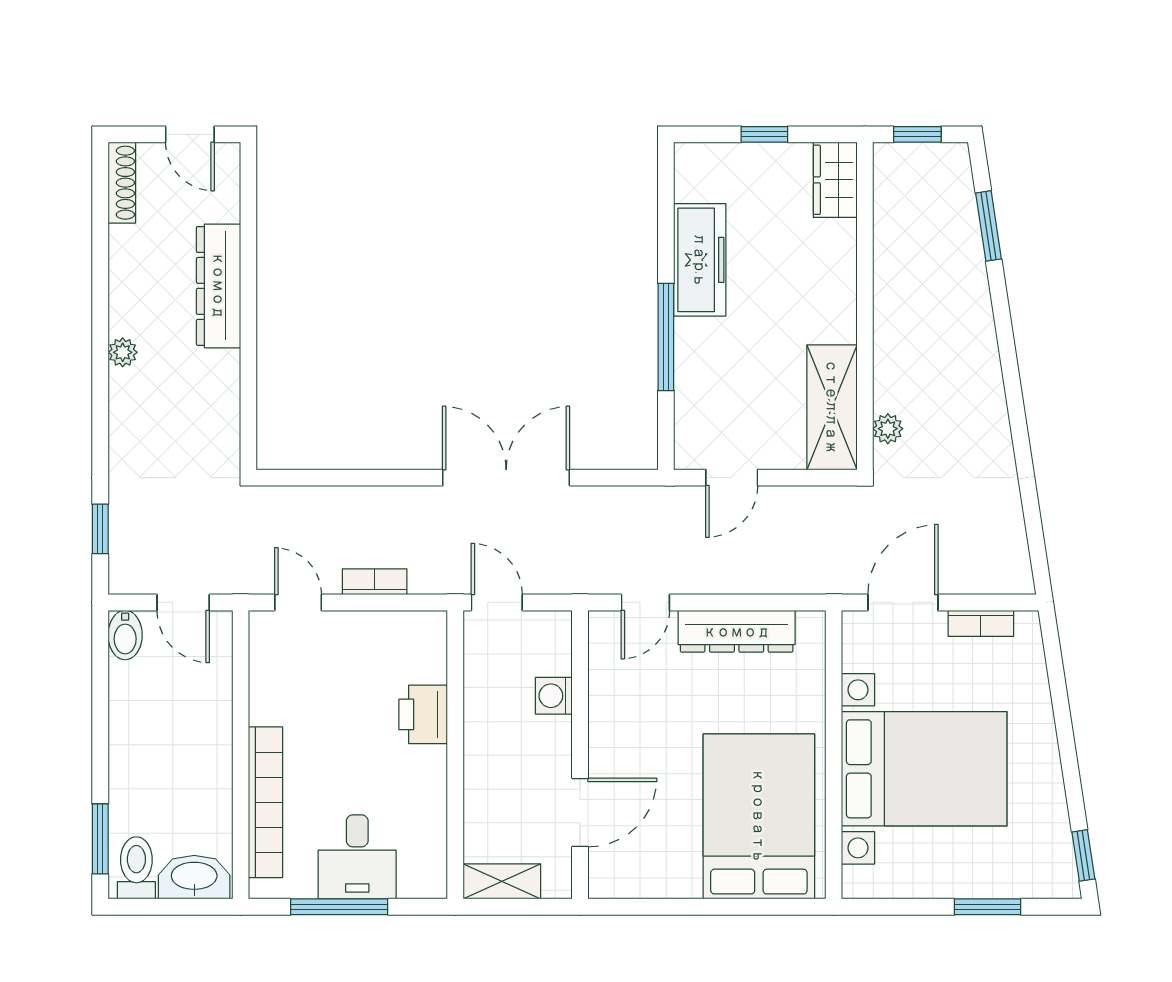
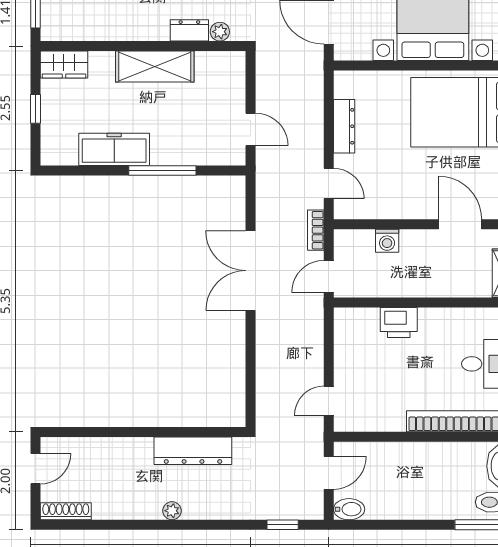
dresser: (219, 286) -> (193, 451), moved
dresser: (890, 380) -> (189, 30), added
shelving: (832, 407) -> (155, 67), moved
bookcase: (375, 582) -> (316, 230), moved
dresser: (737, 631) -> (344, 126), width x0.73, depth x0.80

